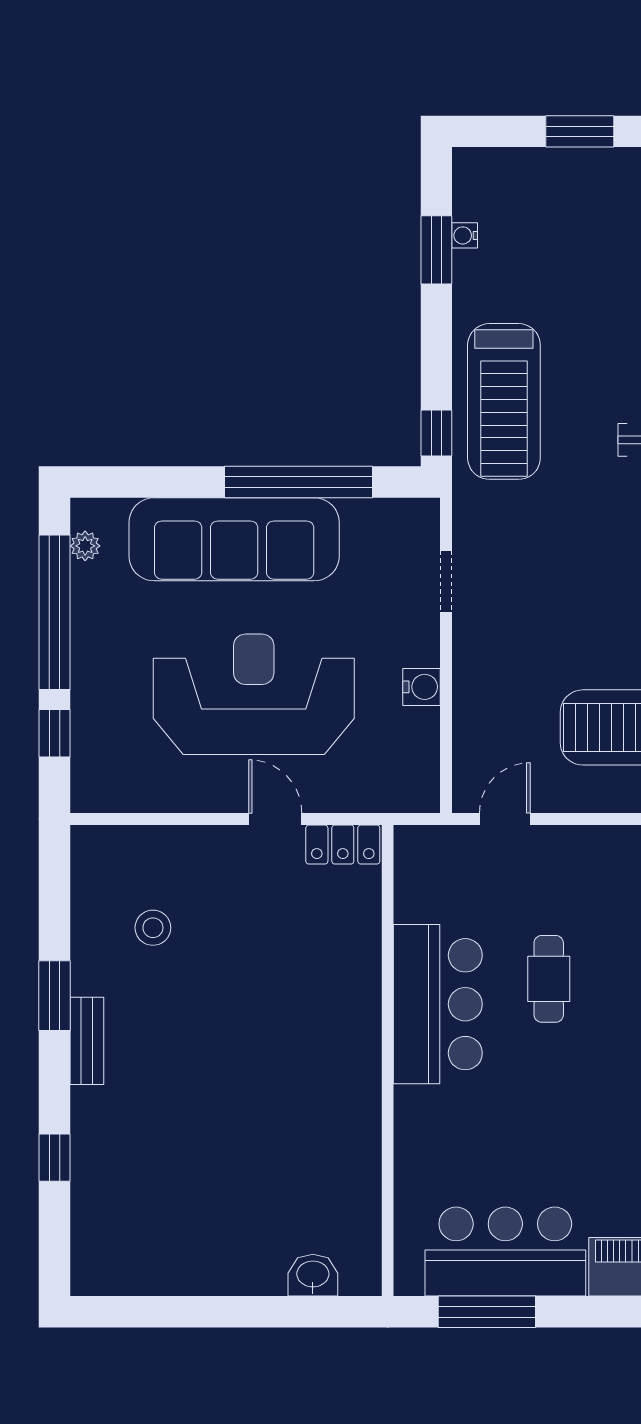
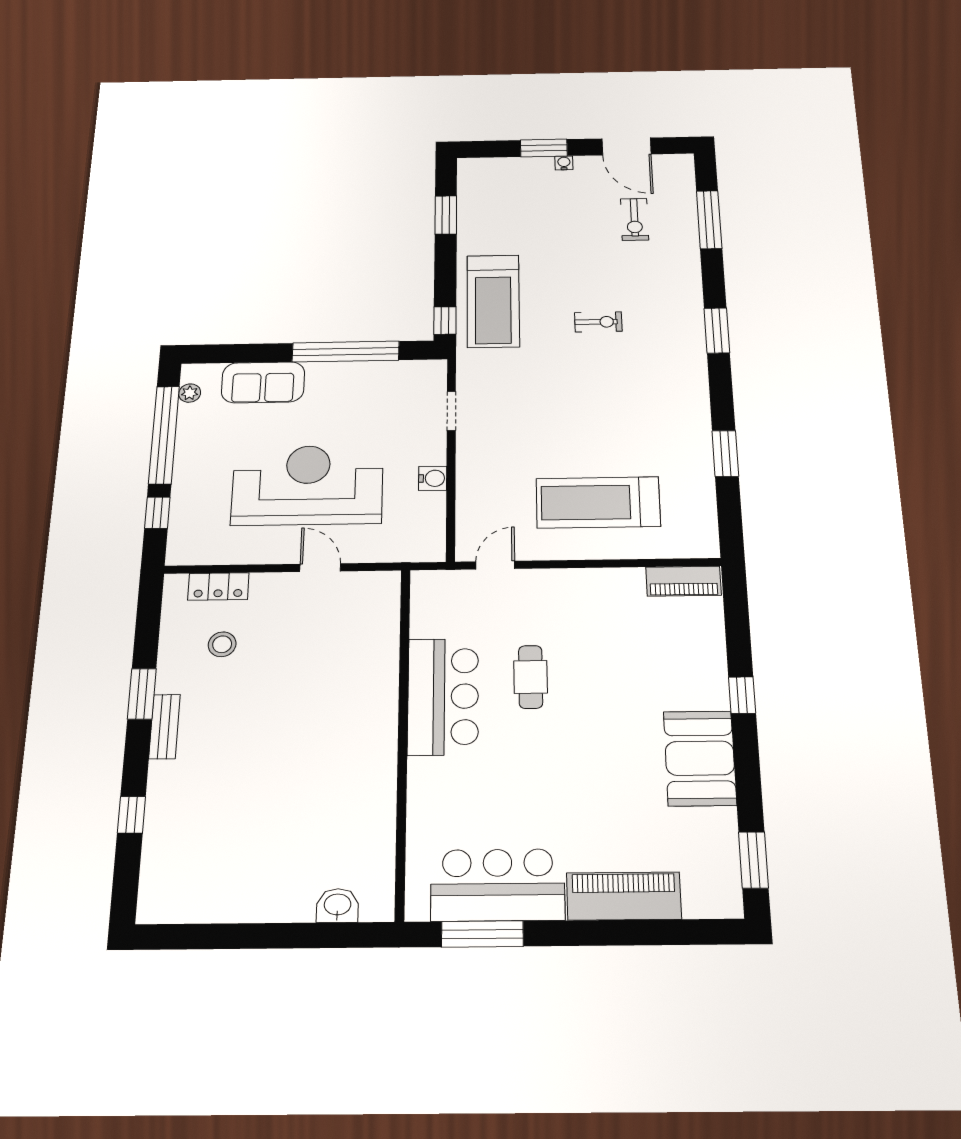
water cooler: (465, 235) -> (564, 163), moved, turned 90
sofa: (234, 539) -> (263, 382), width x0.54, depth x0.79
locker: (343, 845) -> (218, 586), moved

